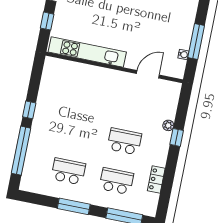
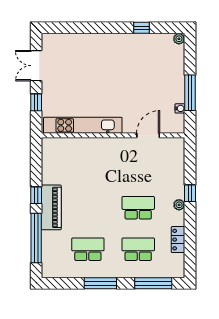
piano: (41, 124) -> (51, 207), added
plant: (168, 125) -> (179, 205), moved

